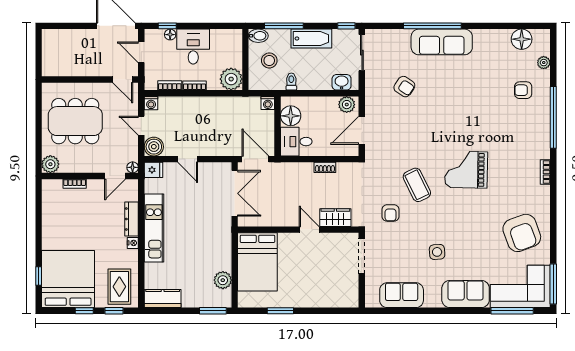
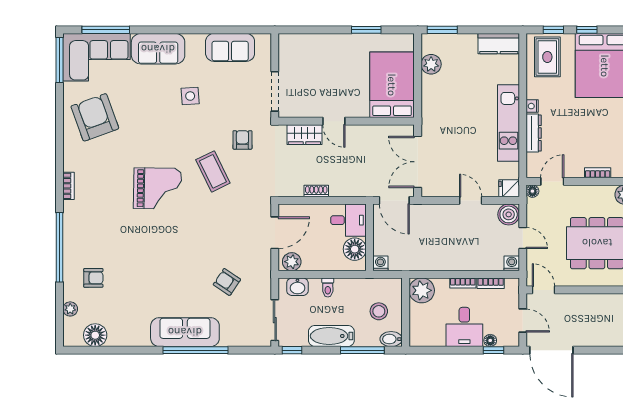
toilet: (291, 82) -> (328, 288), moved

